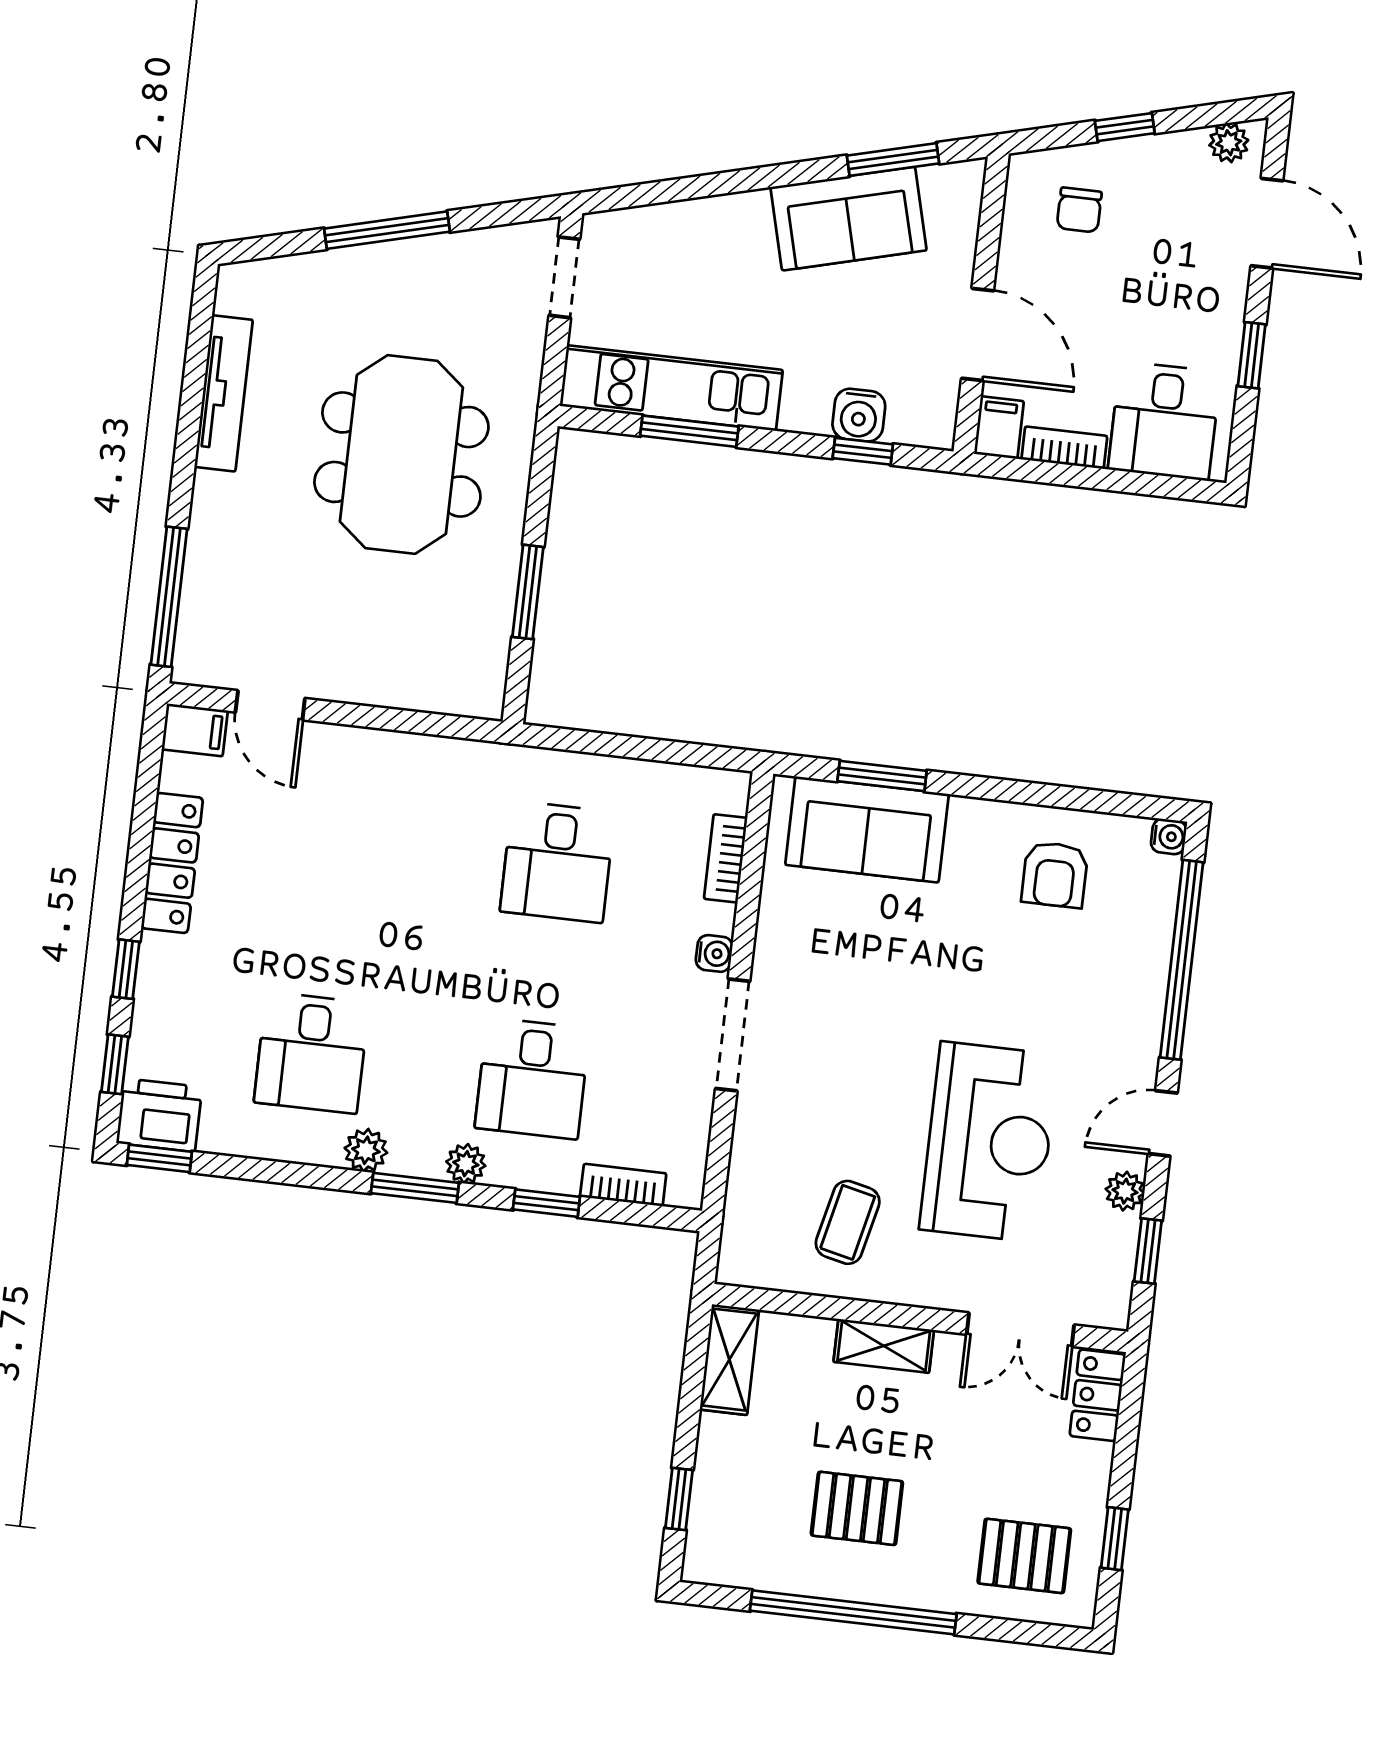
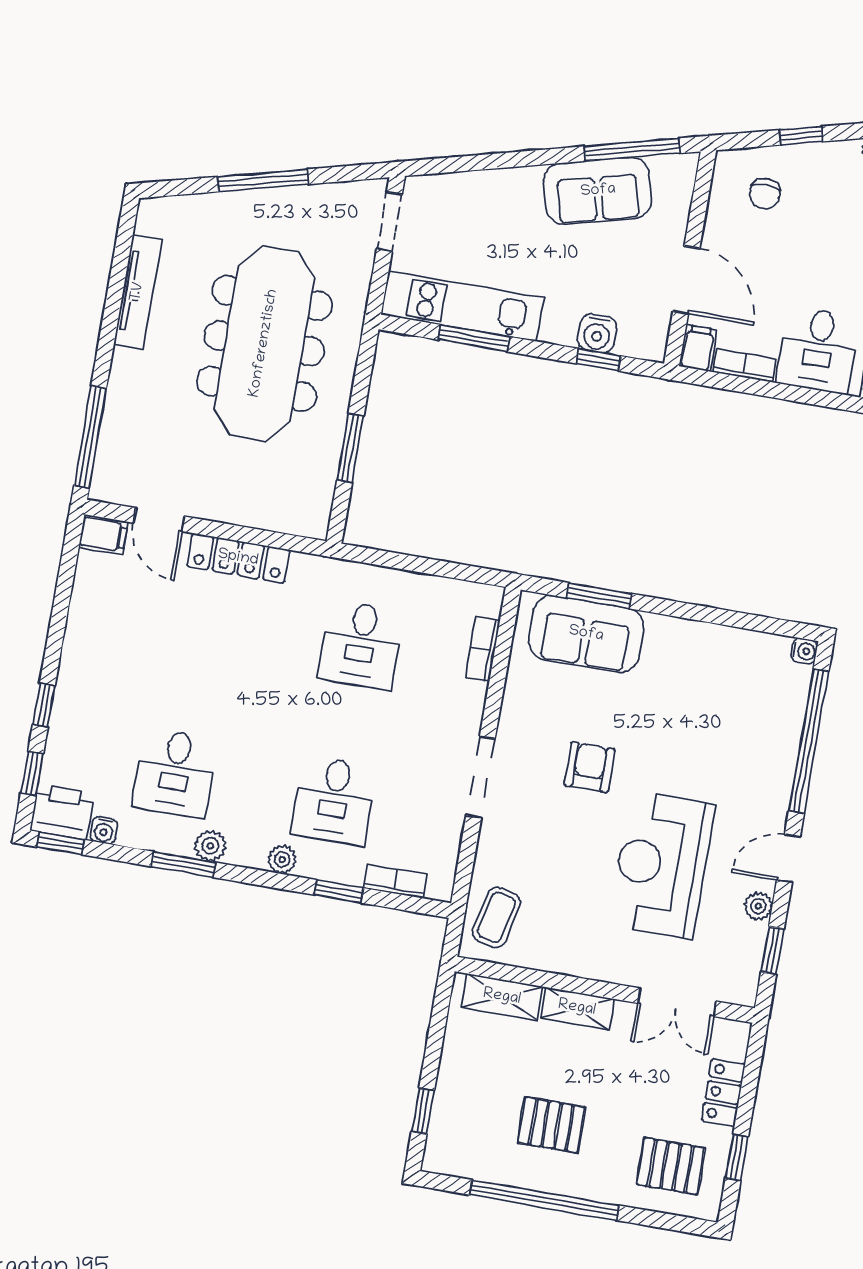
window: (893, 159) -> (632, 150), width x1.44
meeting table: (401, 454) -> (264, 343), width x1.36
locker: (172, 863) -> (238, 558), moved, turned 90
armchair: (1055, 875) -> (590, 767), moved, turned 180
water cooler: (714, 953) -> (104, 830), moved, turned 90
reception desk: (989, 1142) -> (662, 865), turned 180
window: (415, 1188) -> (184, 865), moved
coffee table: (848, 1222) -> (496, 917), moved
shelving: (729, 1360) -> (502, 997), moved, turned 90
locker: (1098, 1395) -> (723, 1092), moved

